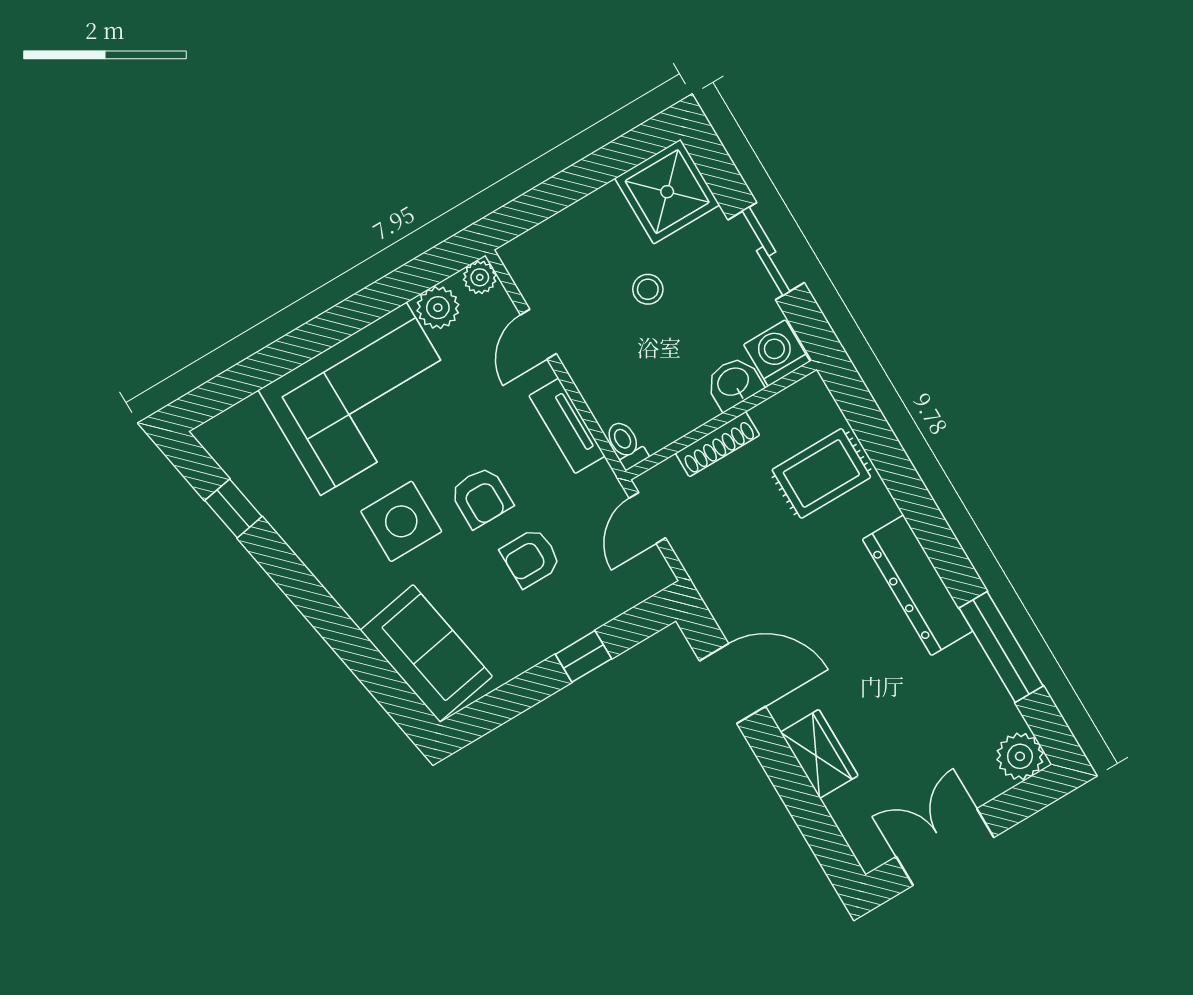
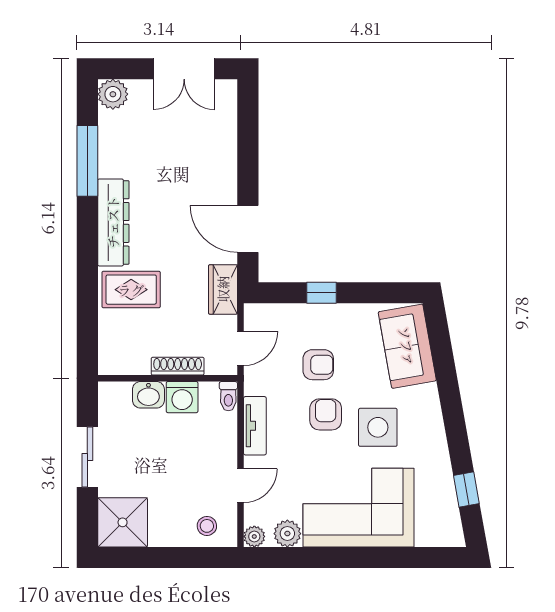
stool: (648, 289) -> (207, 526), moved
washing machine: (777, 353) -> (182, 397), moved
rug: (821, 473) -> (131, 290), moved
wardrobe: (819, 754) -> (223, 289), moved

